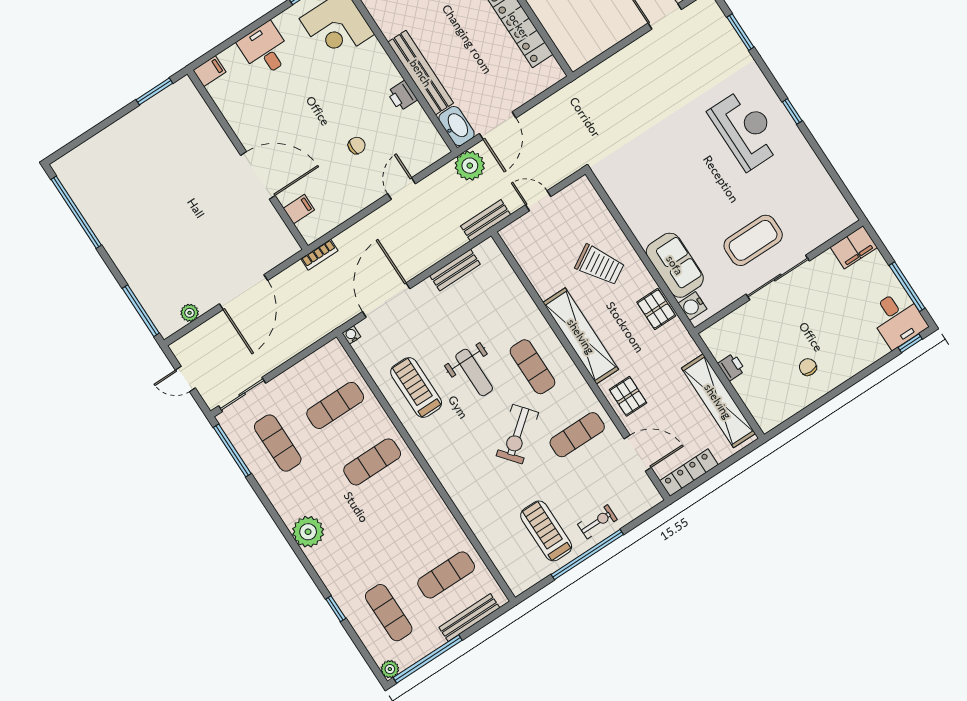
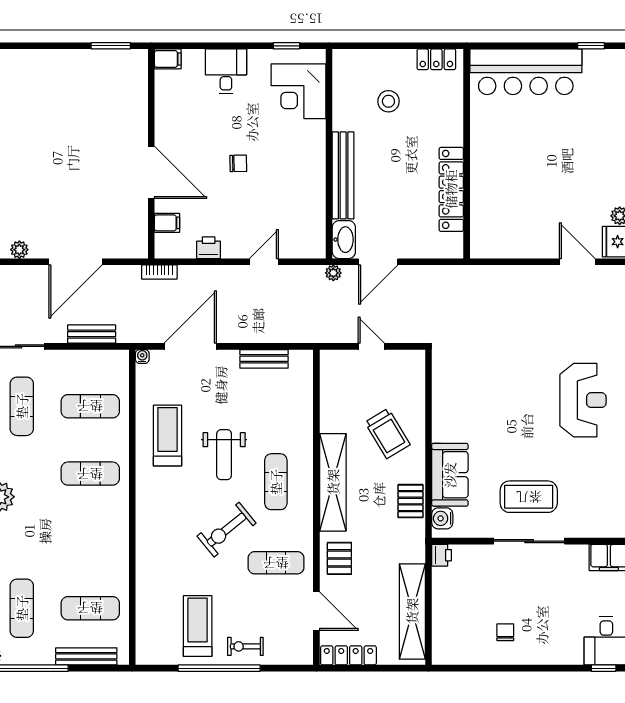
printer: (402, 96) -> (209, 248), moved, turned 90
chair: (357, 145) -> (238, 163), moved
plant: (470, 166) -> (333, 273), width x0.53, depth x0.53
bench: (486, 220) -> (92, 334), moved
printer: (731, 367) -> (442, 555), moved
exercise bike: (597, 522) -> (245, 646), turned 180

